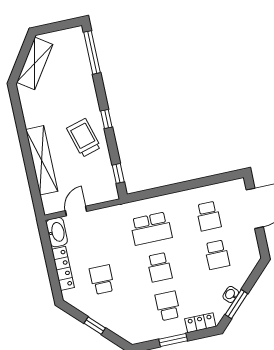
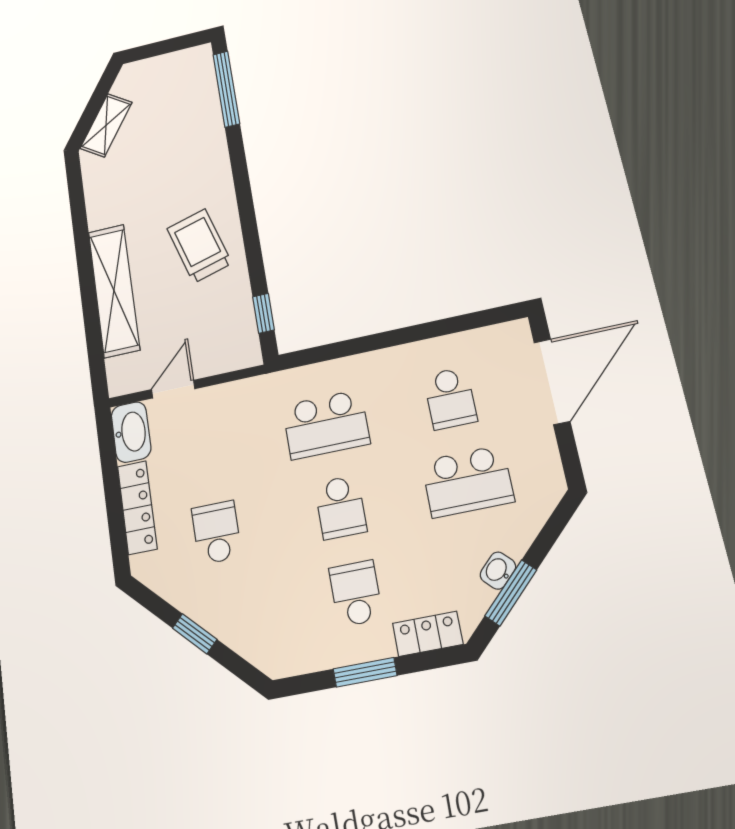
shelving: (35, 63) -> (106, 125), width x0.67, depth x0.75
window: (106, 119) -> (246, 209), removed
school desk: (217, 255) -> (468, 481), width x1.85

